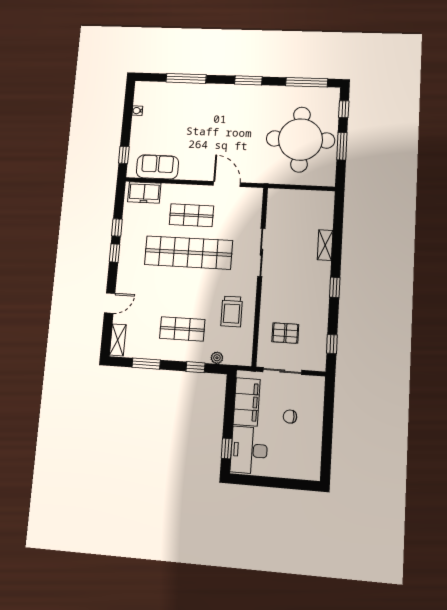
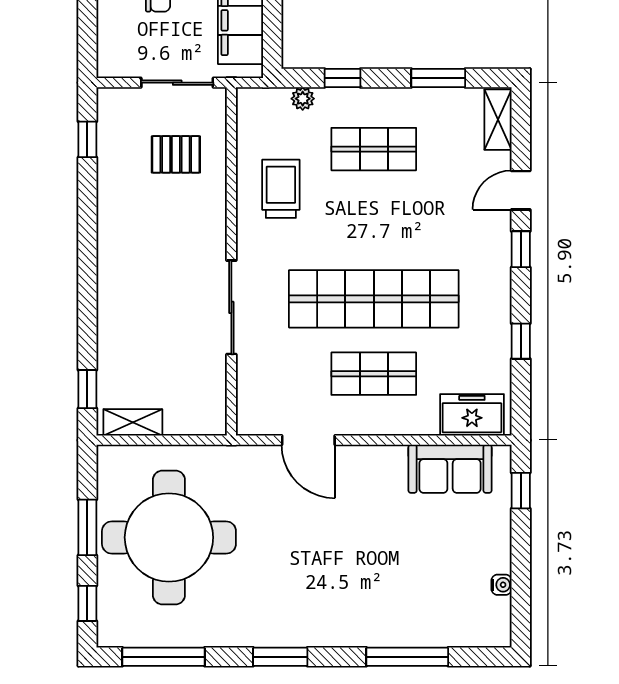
shelving: (325, 245) -> (133, 422), moved, turned 90
window: (114, 253) -> (521, 249), moved
window: (335, 287) -> (87, 389), moved

